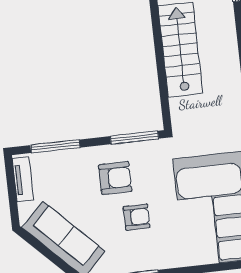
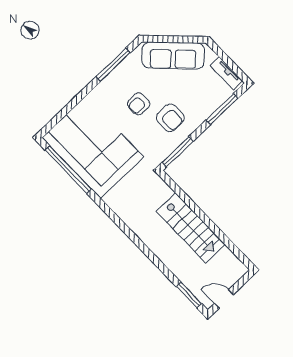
armchair: (115, 178) -> (170, 118), turned -90

